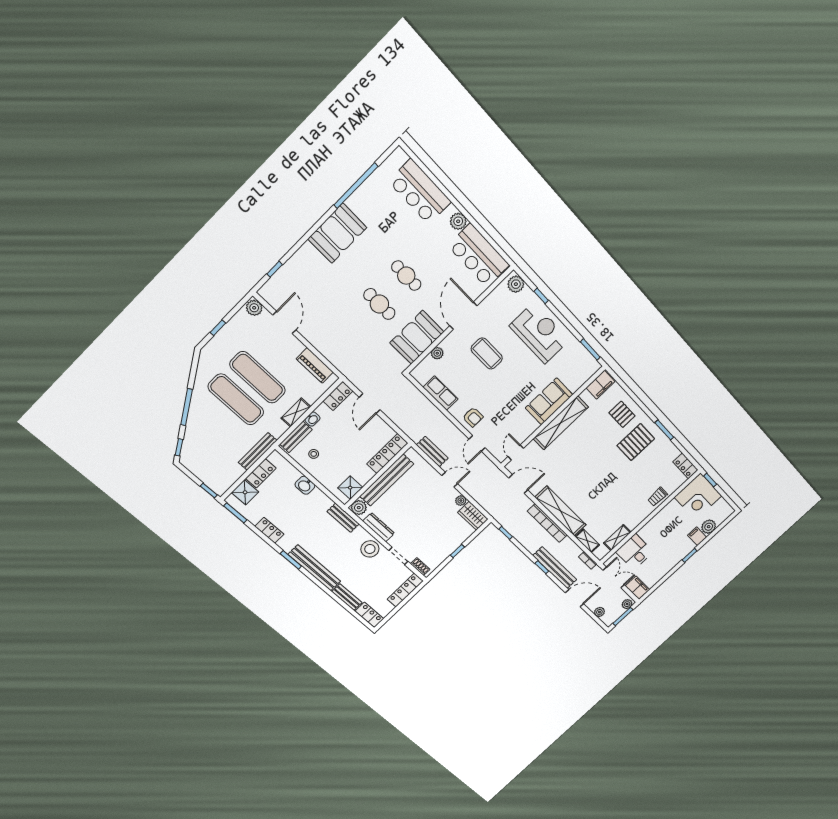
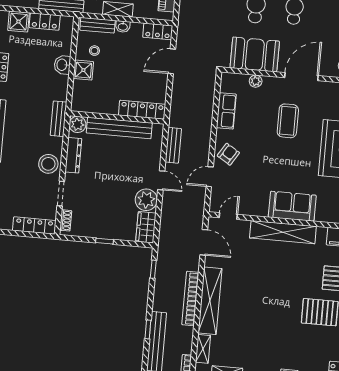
armchair: (473, 417) -> (228, 154), turned -148
shower: (350, 488) -> (83, 70), moved
plant: (461, 501) -> (146, 200), width x1.88, depth x1.88

